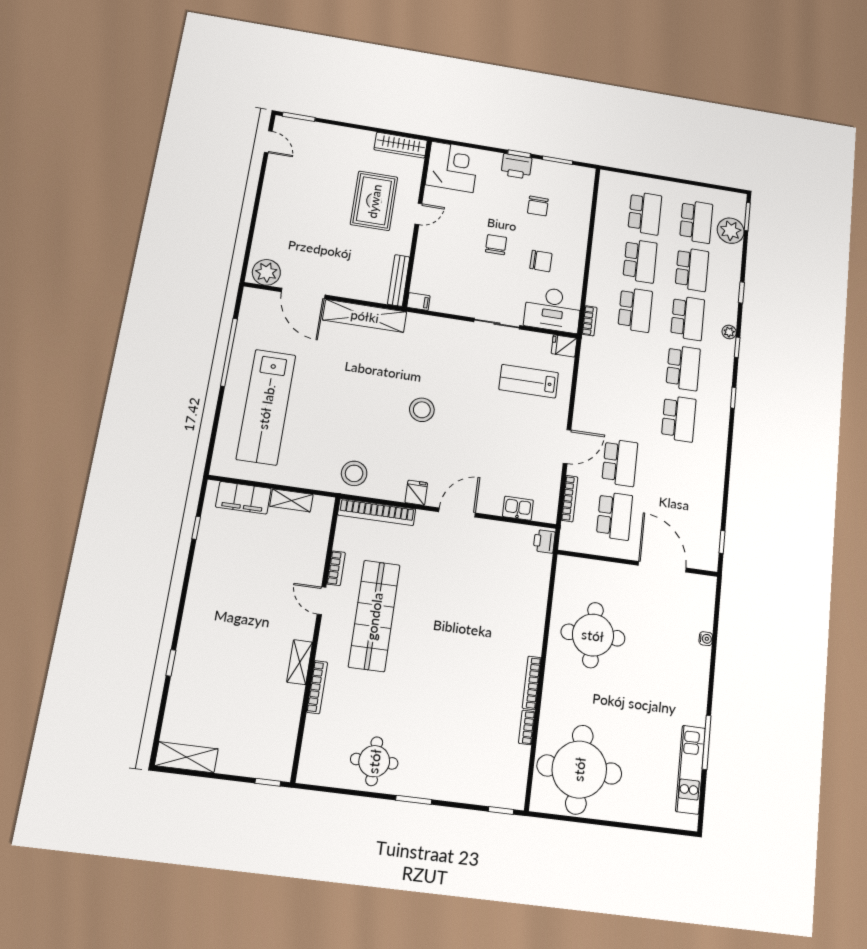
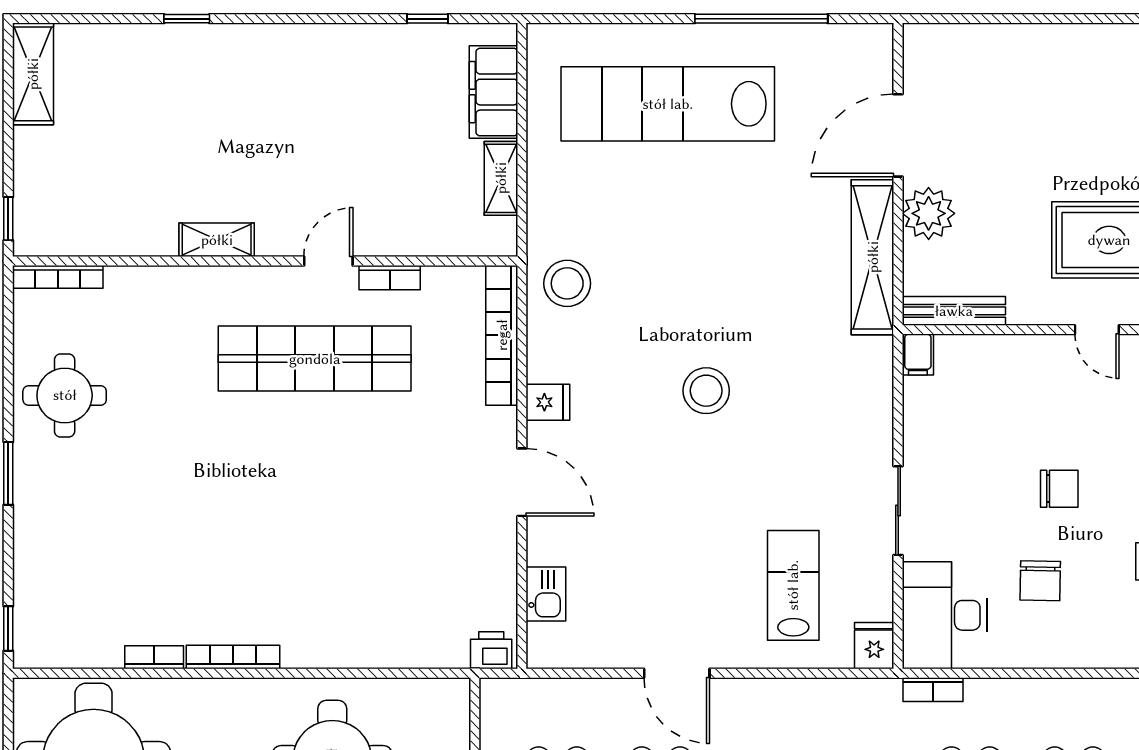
plant: (266, 272) -> (929, 213), moved
bookcase: (569, 499) -> (578, 689), removed
bookcase: (317, 687) -> (58, 277), moved

